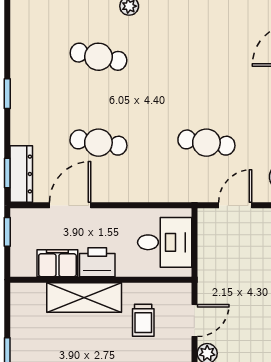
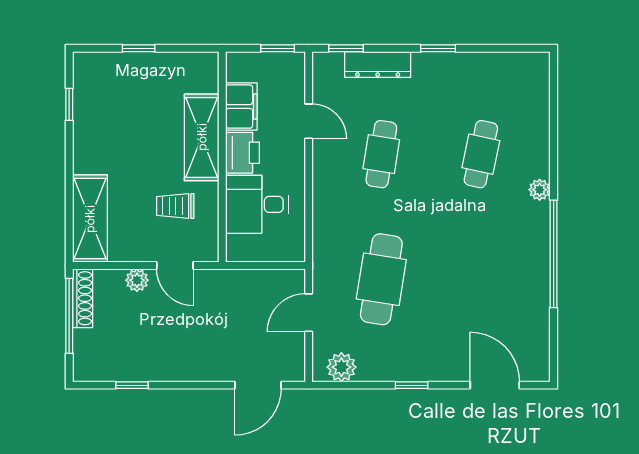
cafe table: (206, 143) -> (381, 279), width x1.37, depth x1.35
dresser: (21, 174) -> (378, 65), moved
door: (70, 205) -> (309, 121), width x0.73
door: (235, 205) -> (309, 313), swing flipped
desk: (165, 242) -> (257, 204), moved, turned 90

